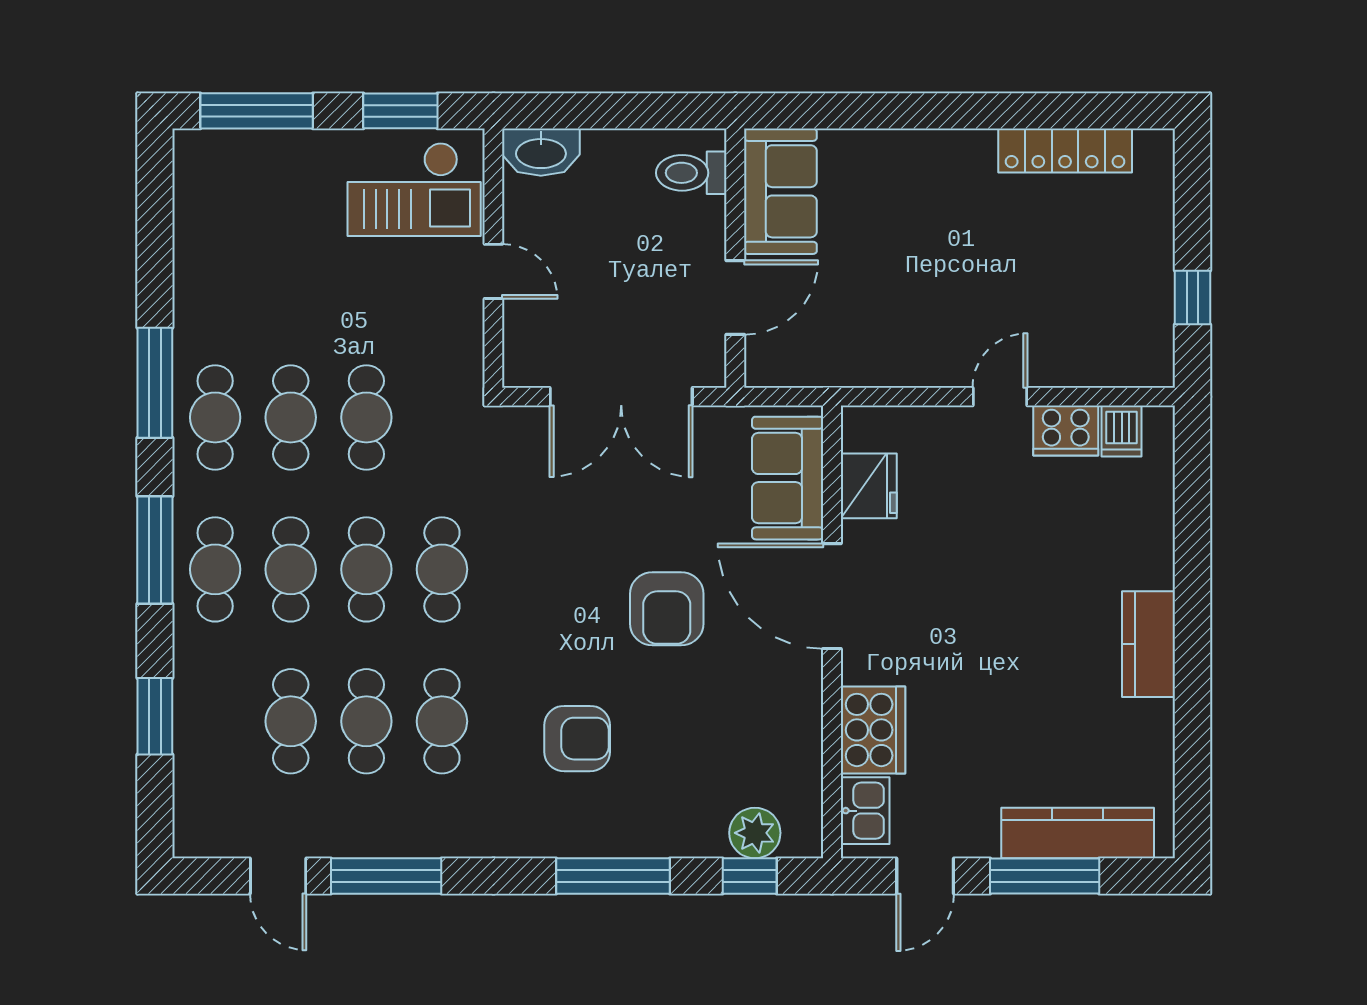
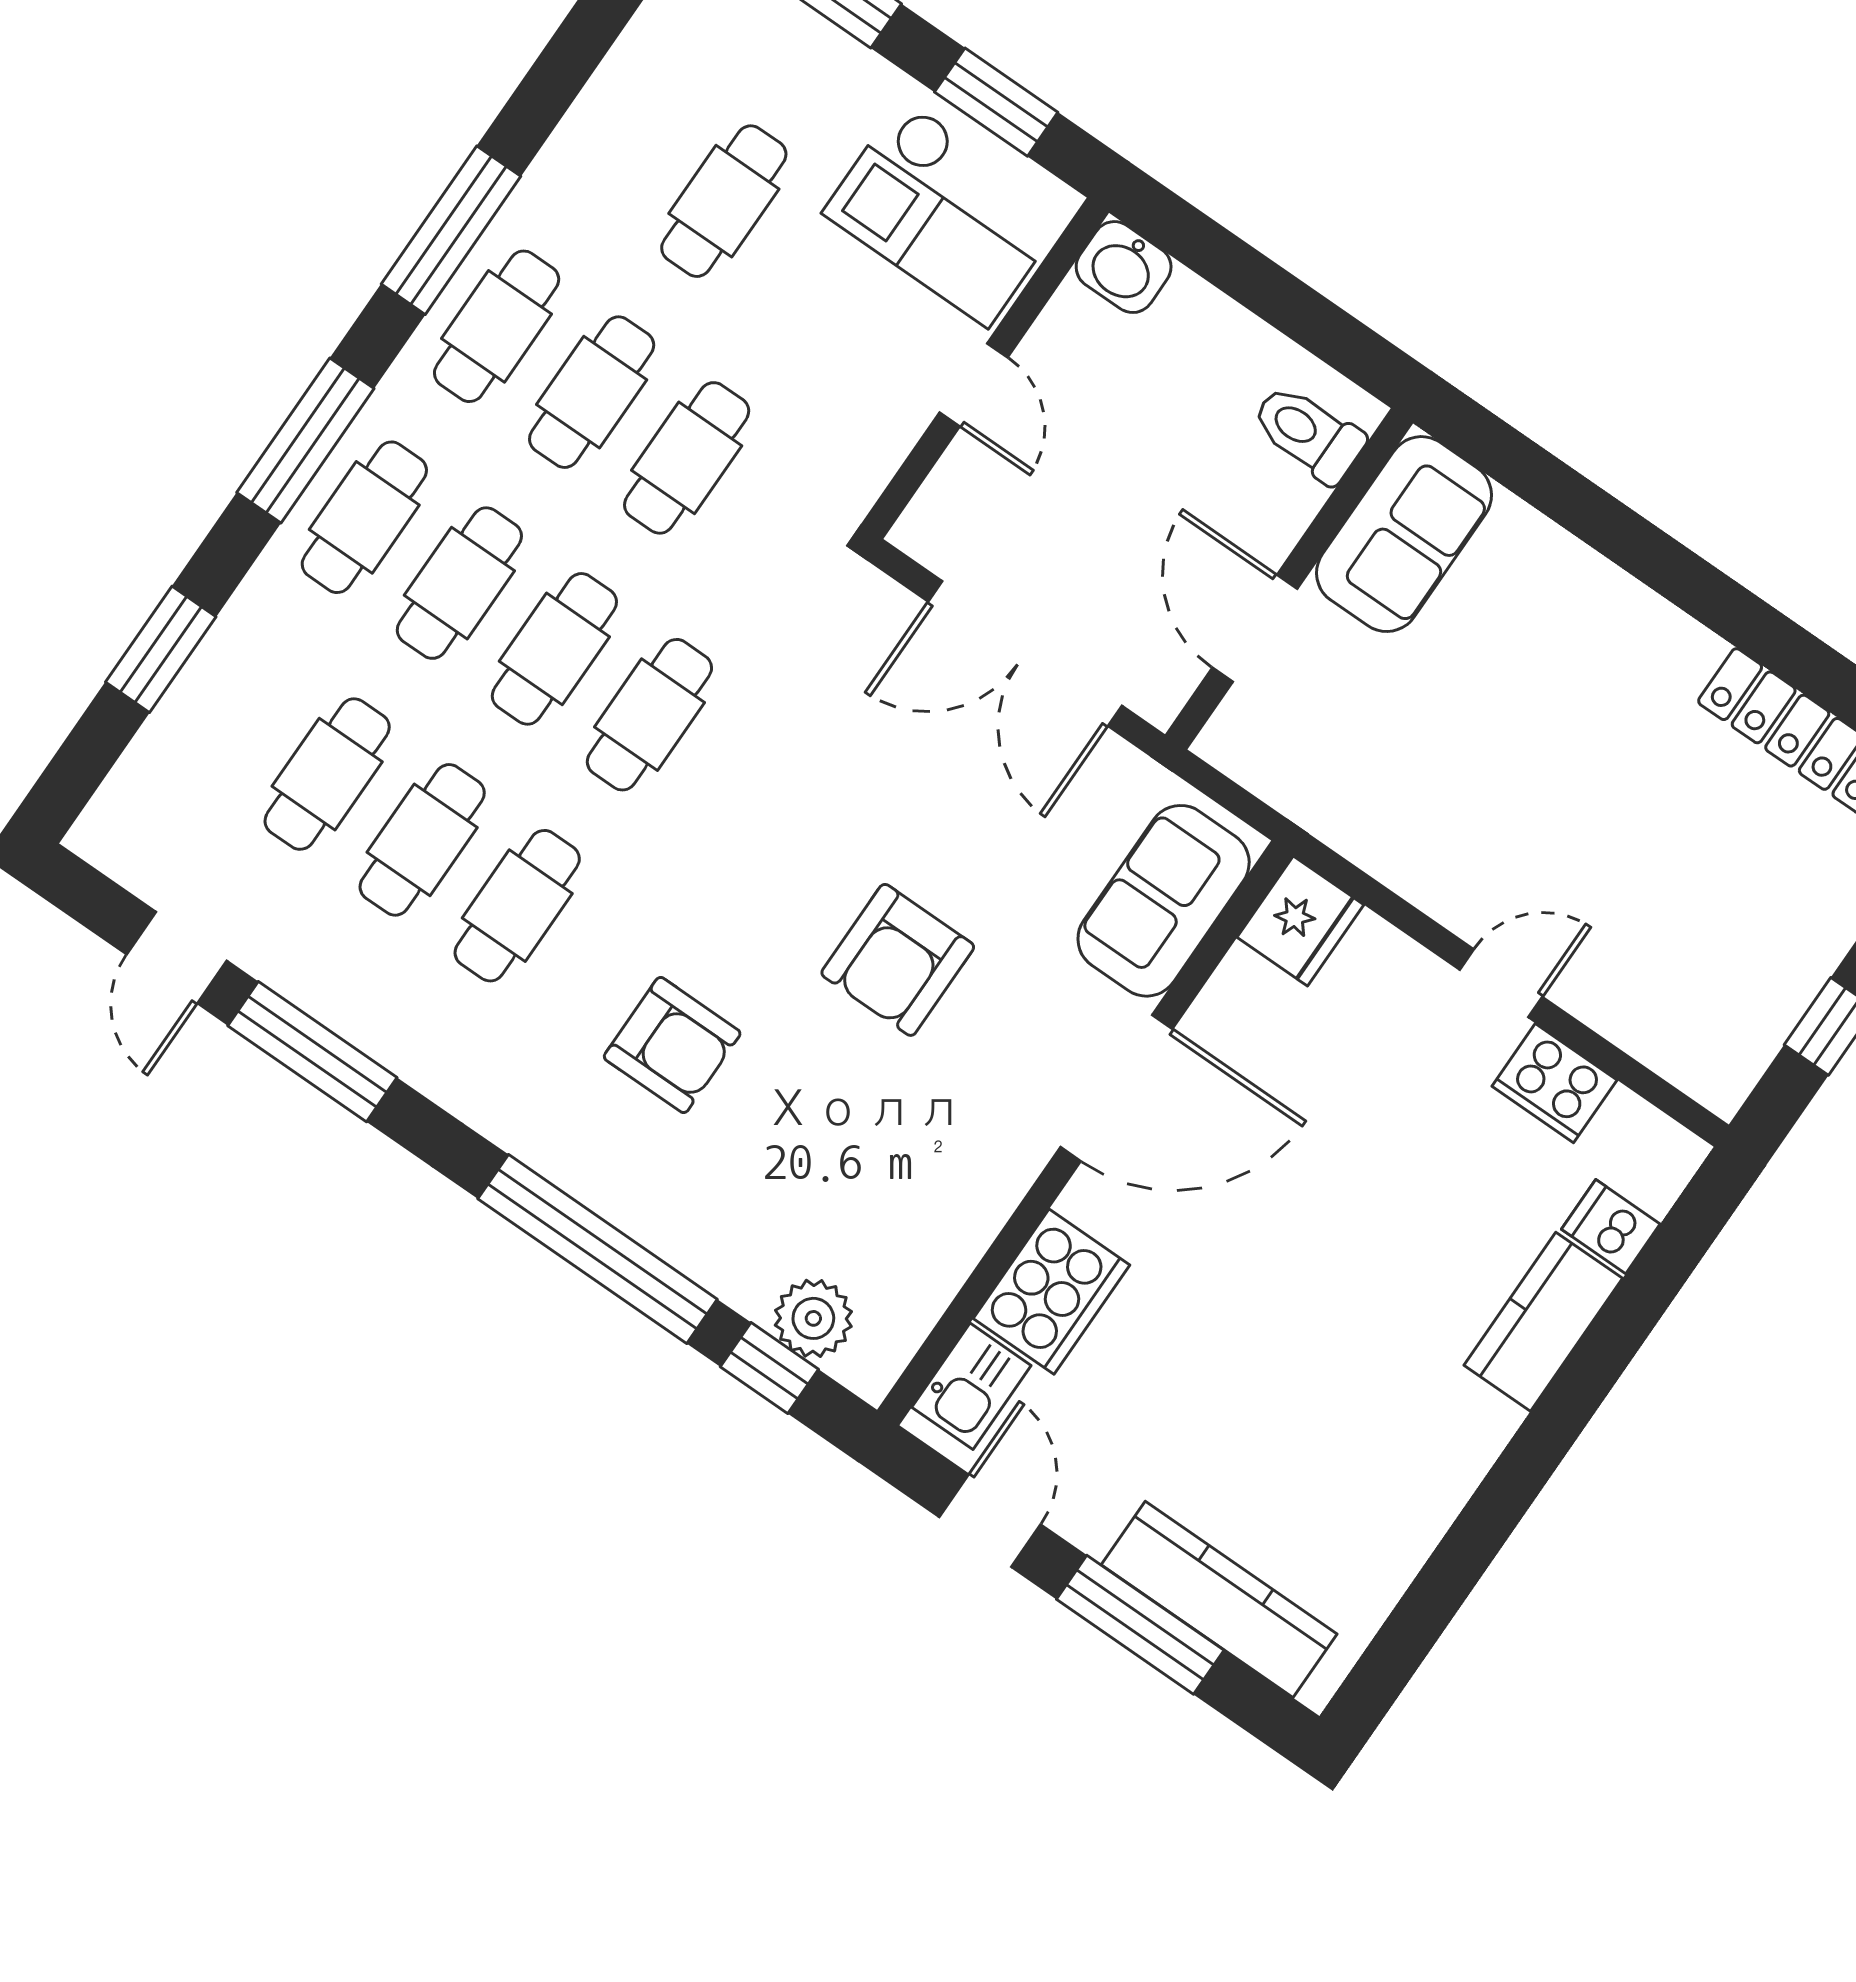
washbasin: (541, 152) -> (1124, 267), width x0.72
cafe table: (291, 266) -> (724, 201), added
door: (735, 298) -> (1255, 628), swing flipped
dishwasher: (1122, 431) -> (1611, 1227), moved, turned 90
fridge: (869, 486) -> (1300, 921), moved
door: (832, 596) -> (1116, 1088), swing flipped
kitchen counter: (1149, 644) -> (1543, 1322), moved
window: (613, 876) -> (598, 1249), width x1.46
door: (925, 876) -> (990, 1521), swing flipped

